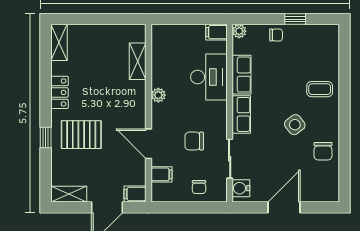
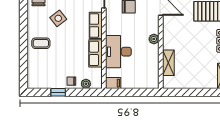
plant: (239, 31) -> (86, 84), moved

